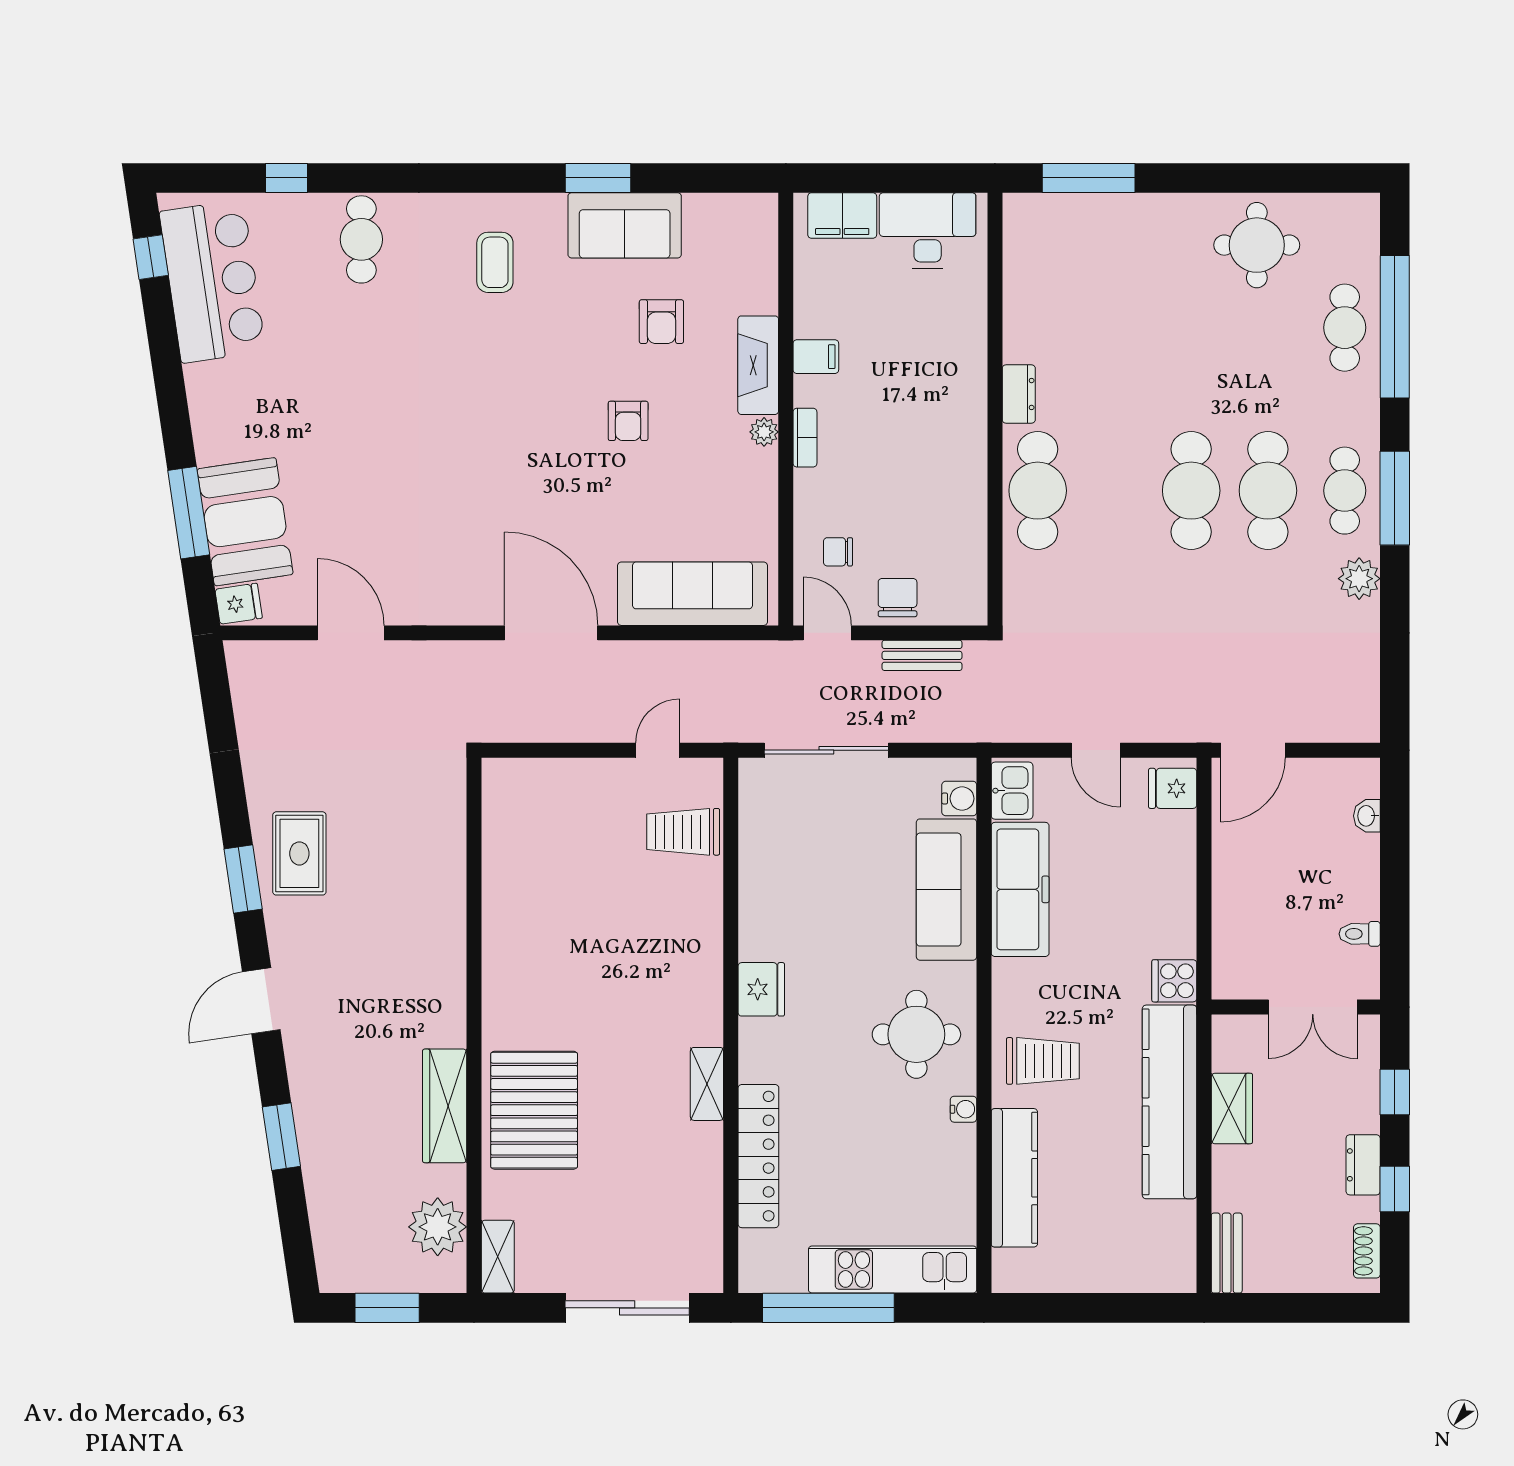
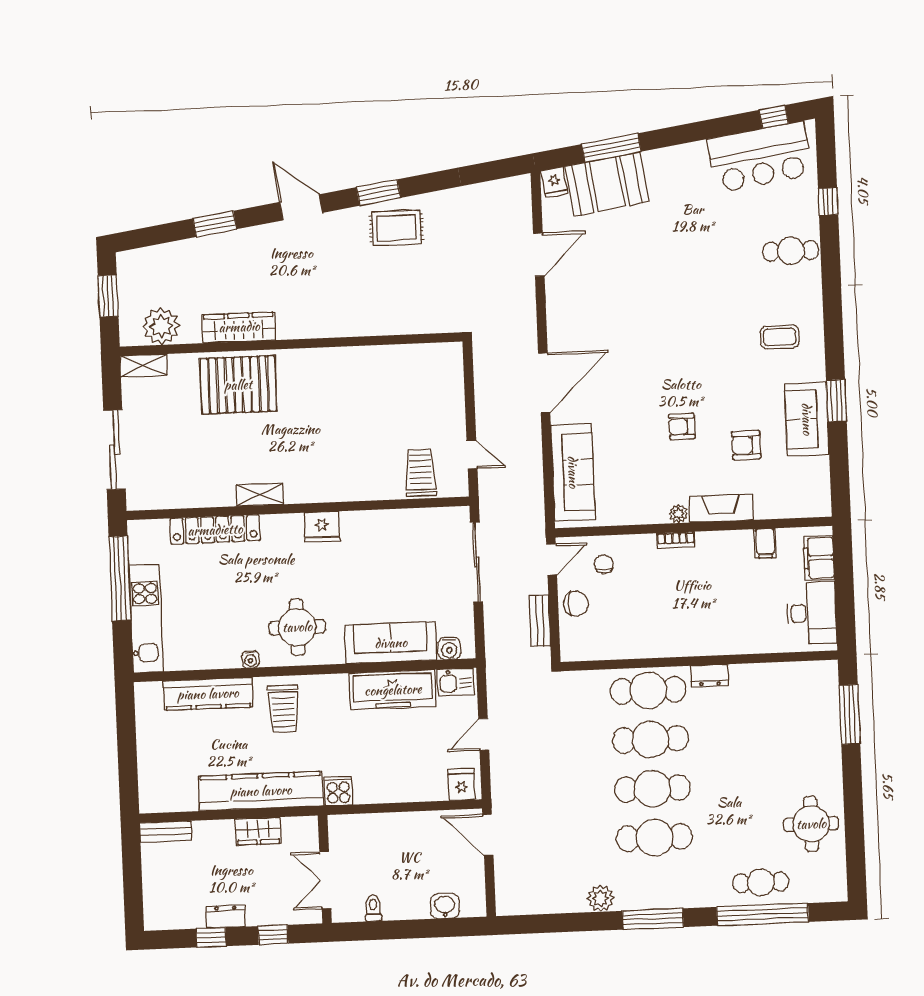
filing cabinet: (816, 357) -> (765, 543), moved
cafe table: (1345, 491) -> (650, 739), moved, width x1.37, depth x1.35
washbasin: (1367, 816) -> (445, 906), width x1.38, depth x1.45
shoe rack: (1367, 1251) -> (171, 921), removed

